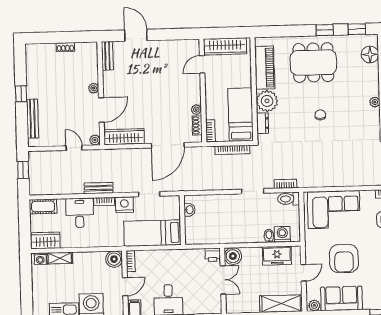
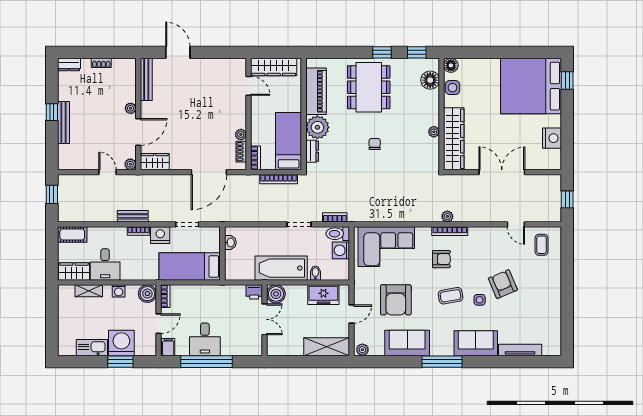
dresser: (36, 49) -> (69, 65), added
bench: (107, 56) -> (146, 79), width x1.36
dining table: (313, 63) -> (369, 87), turned 90
door: (202, 64) -> (249, 86), swing flipped
bench: (33, 119) -> (64, 123), moved
wardrobe: (124, 137) -> (155, 162), width x0.67
desk: (80, 213) -> (105, 264), moved, turned 180
bathtub: (237, 232) -> (281, 268), added
washing machine: (282, 234) -> (341, 250), moved, turned -90
washing machine: (40, 259) -> (119, 291), moved
sofa: (341, 298) -> (407, 343), moved

